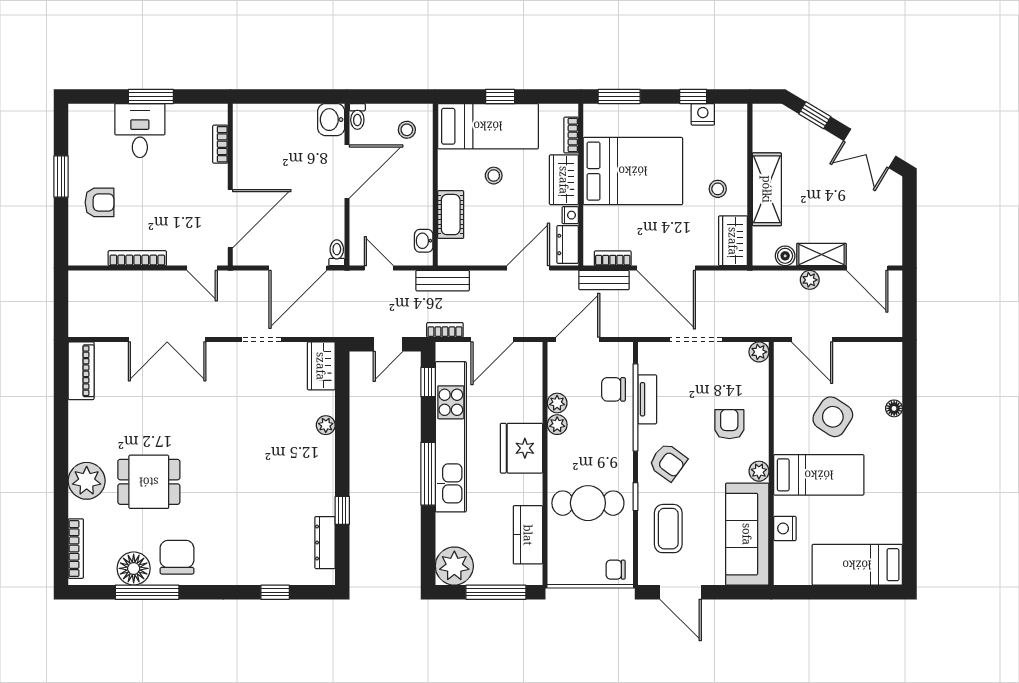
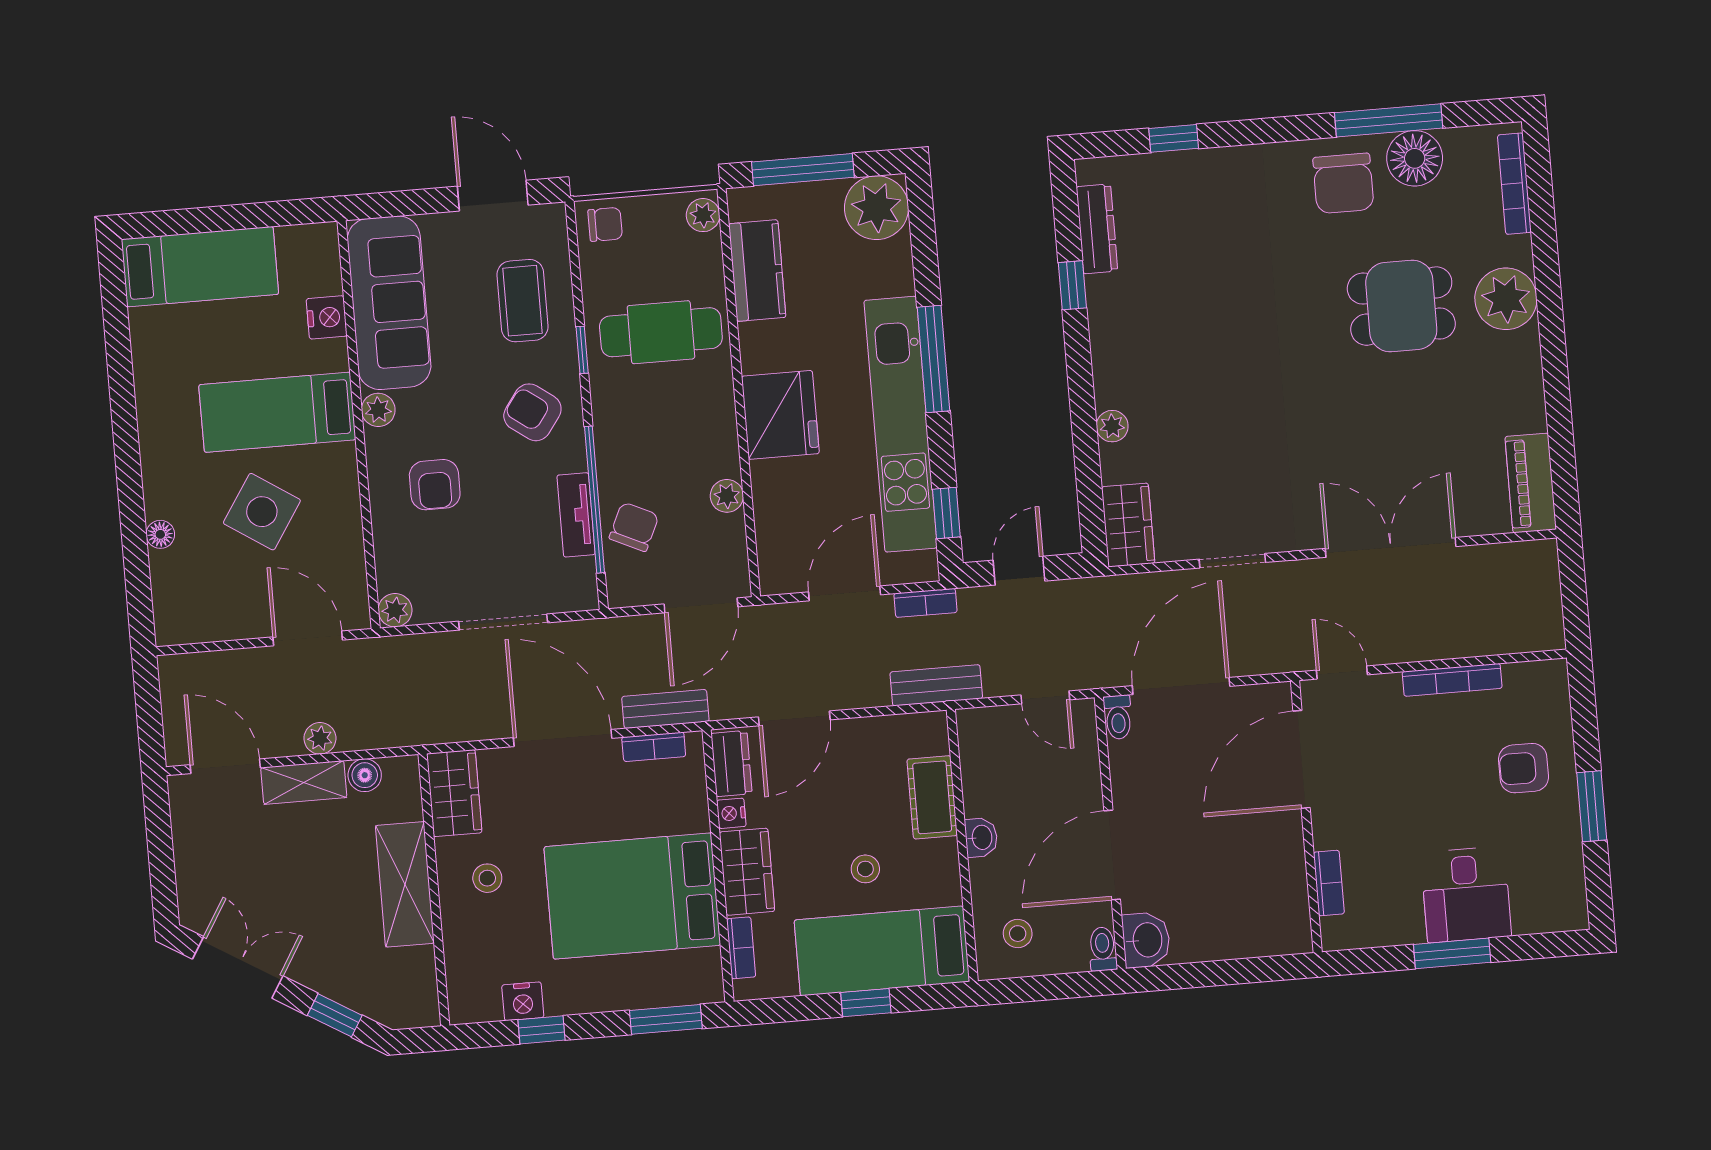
washbasin: (424, 241) -> (981, 837), moved
chair: (614, 389) -> (634, 527), turned -65
plant: (557, 425) -> (703, 215), moved

